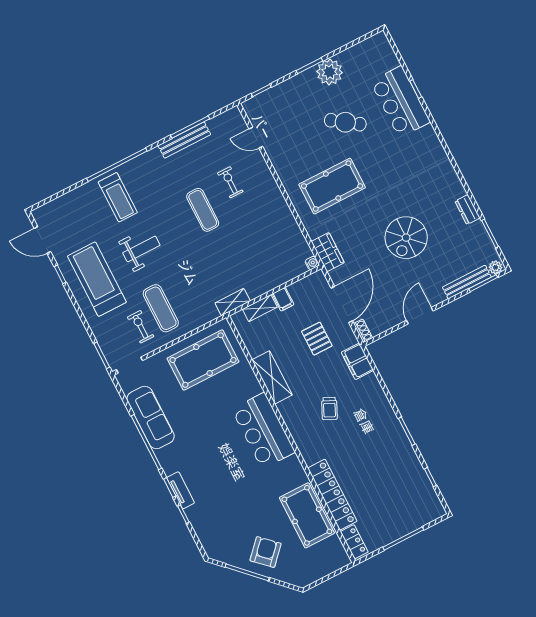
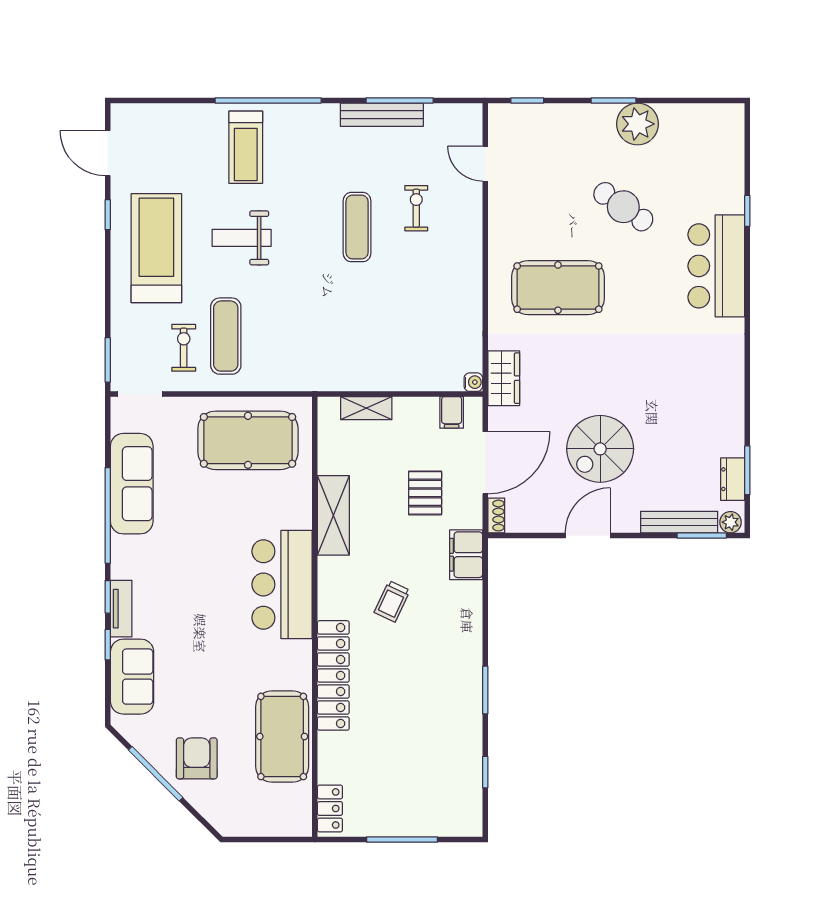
bar counter: (400, 102) -> (716, 266), moved
dresser: (467, 210) -> (733, 479), moved
spiral stairs: (406, 238) -> (600, 449), moved
weight bench: (141, 249) -> (242, 238), turned 180
filing cabinet: (283, 299) -> (452, 412), moved
shelving: (233, 302) -> (332, 380), removed
locker: (332, 495) -> (333, 675), moved
sofa: (206, 525) -> (132, 677), added
armchair: (266, 552) -> (197, 758), turned -43

